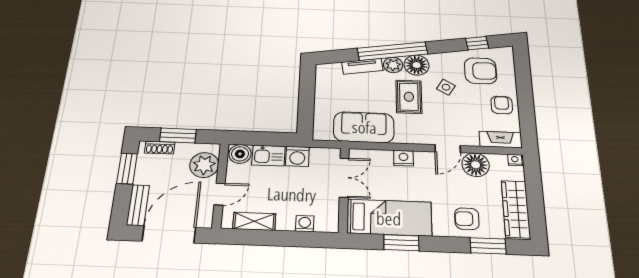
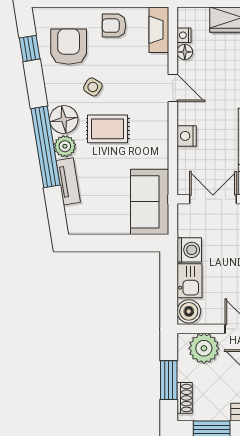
sofa: (364, 127) -> (150, 202), moved
nightstand: (515, 160) -> (184, 35), moved
floor lamp: (476, 165) -> (185, 52), width x0.53, depth x0.53

